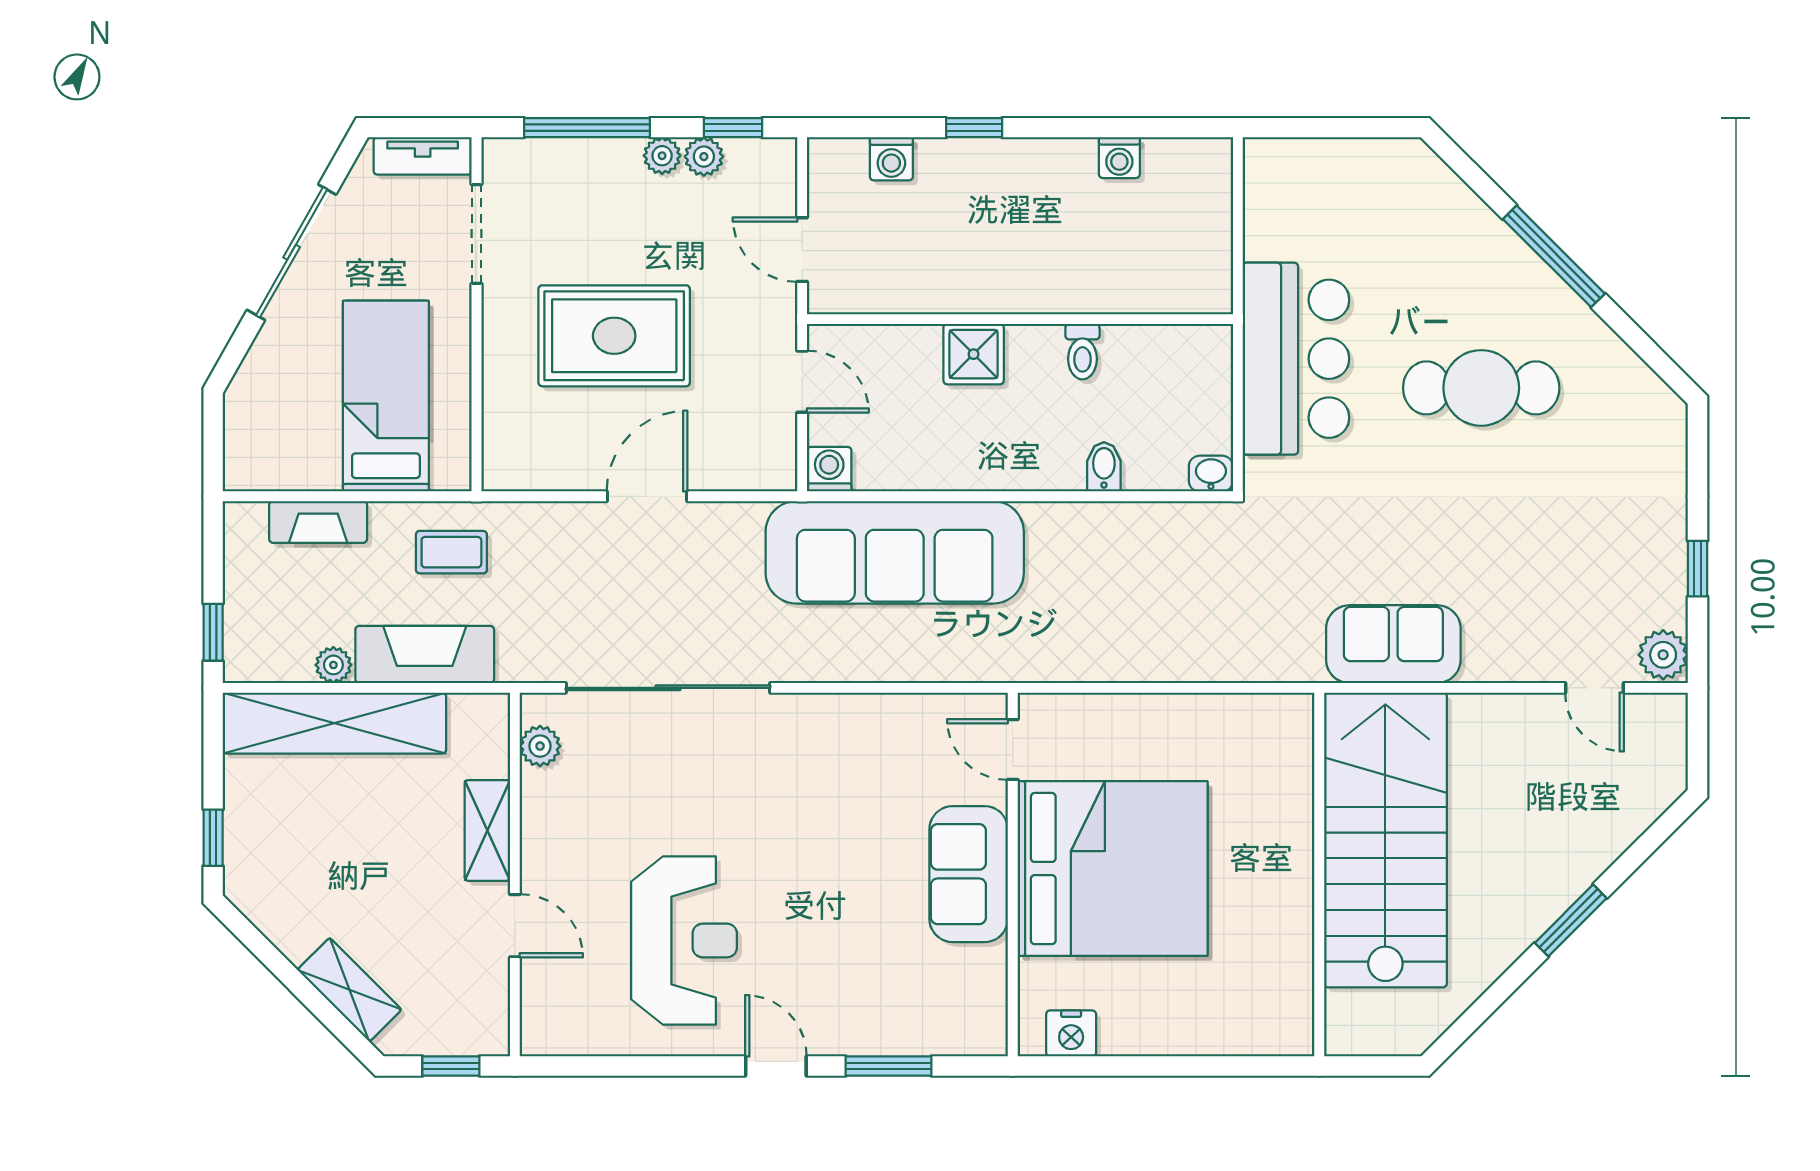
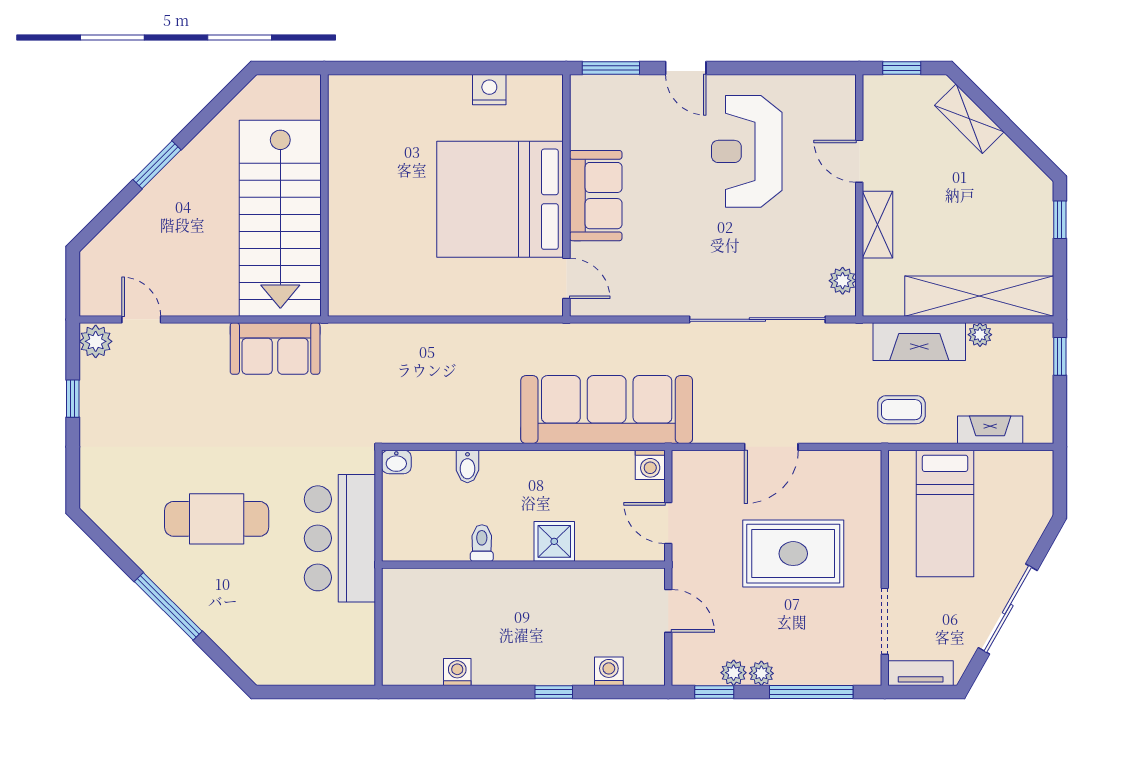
door: (1013, 749) -> (566, 278), moved
bed: (1113, 869) -> (500, 199), moved
sofa: (969, 874) -> (596, 196), moved
wall: (1013, 875) -> (566, 195), moved

